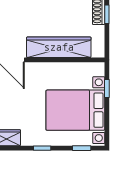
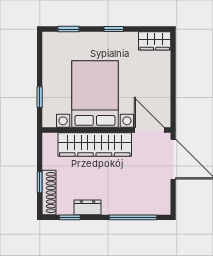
bed with nightstands: (75, 110) -> (95, 94), moved, turned -90

